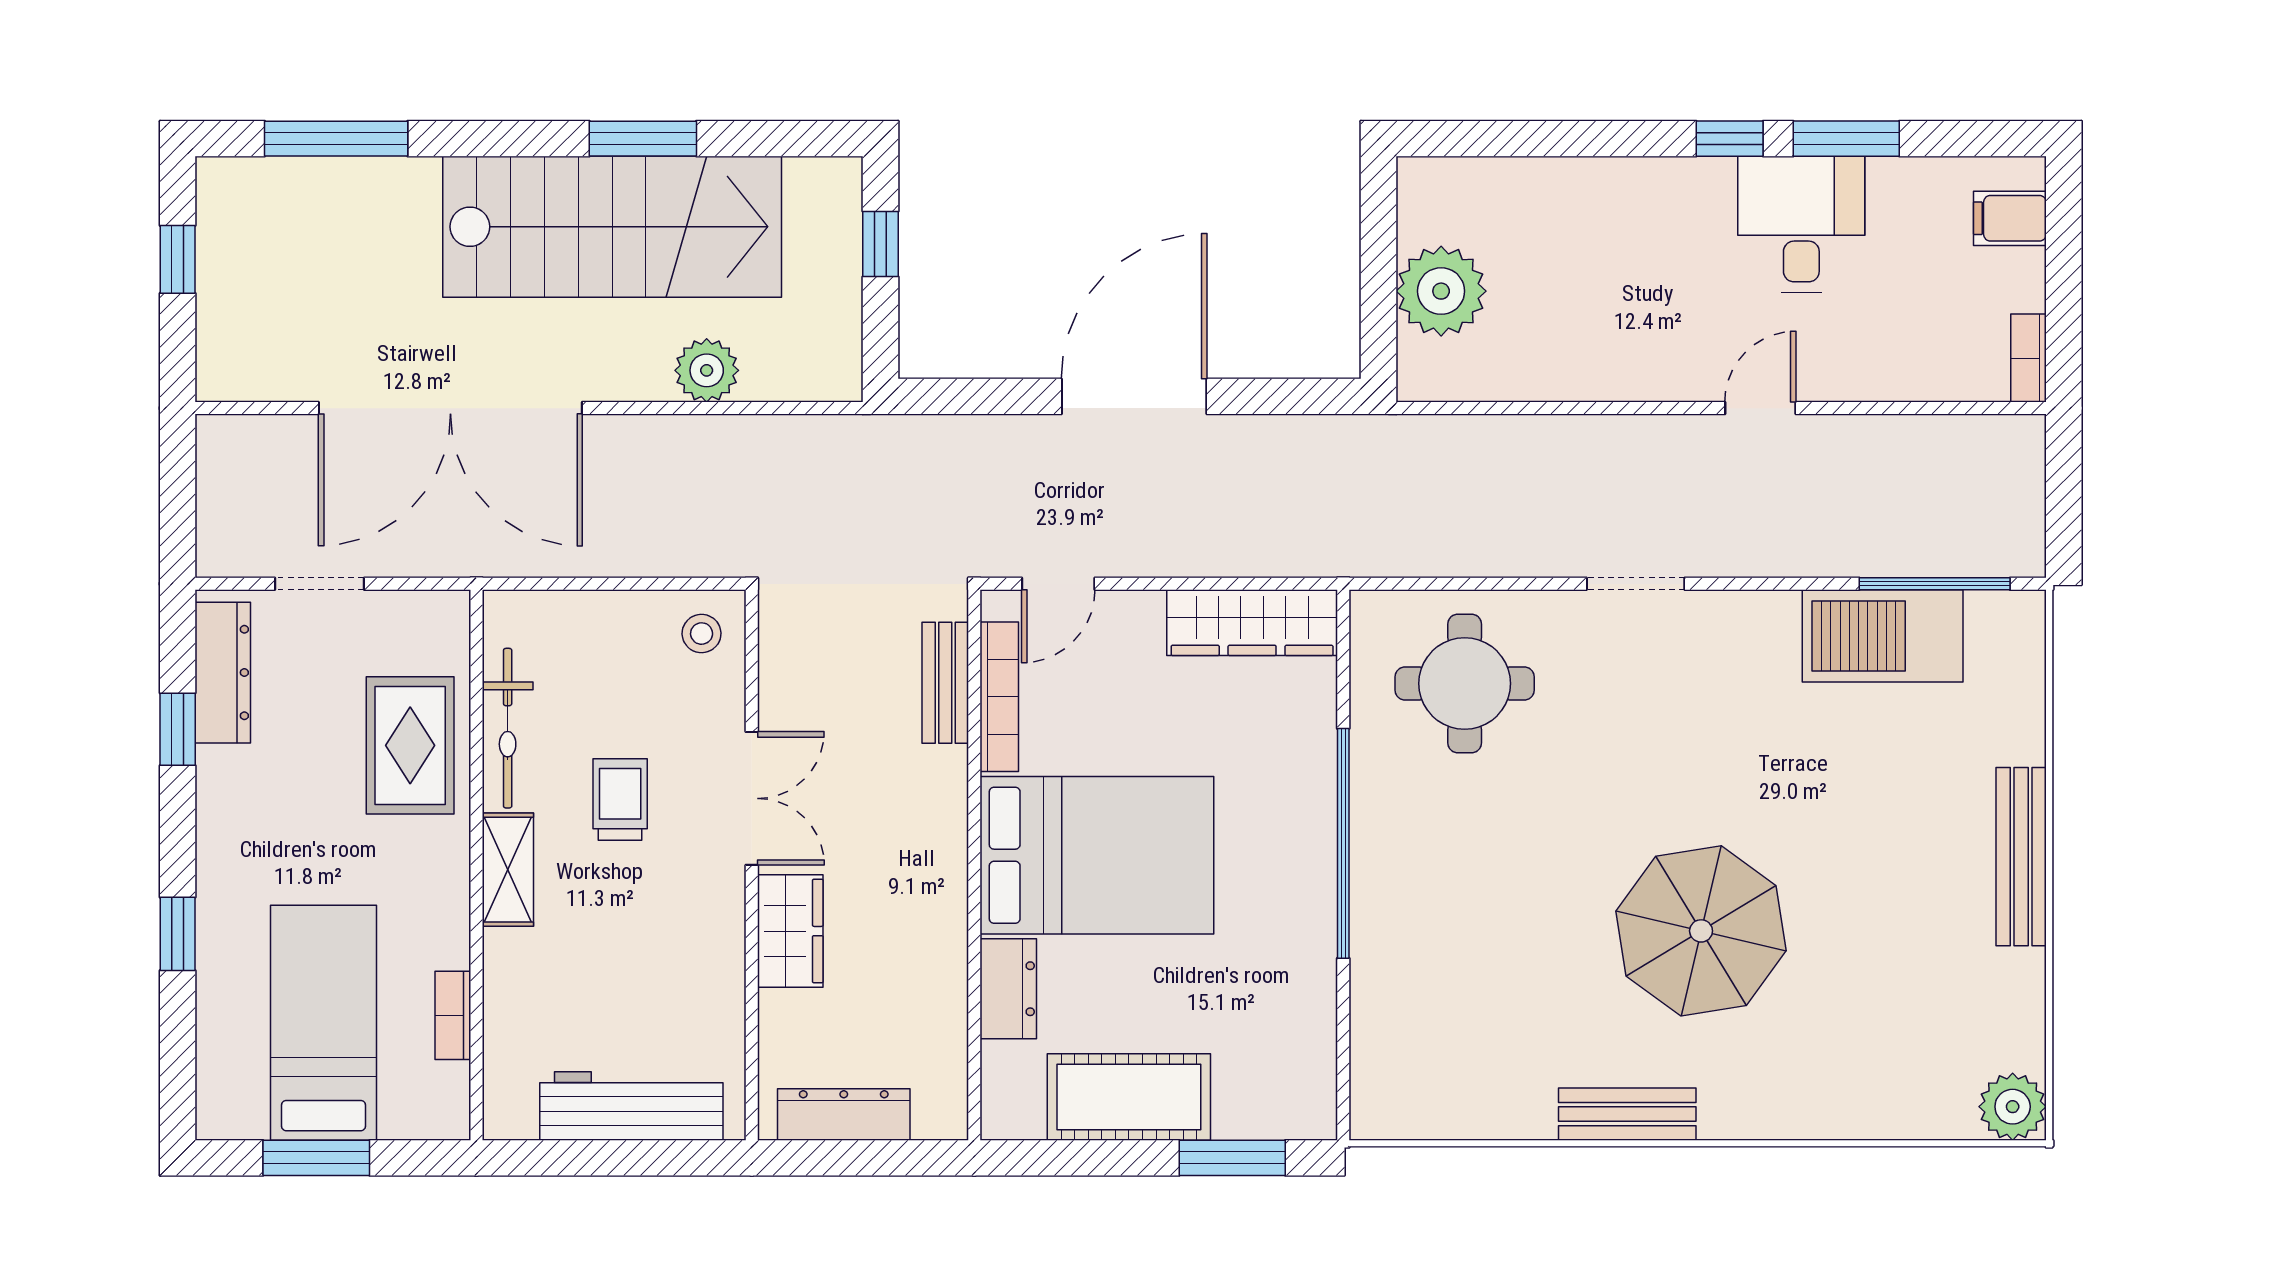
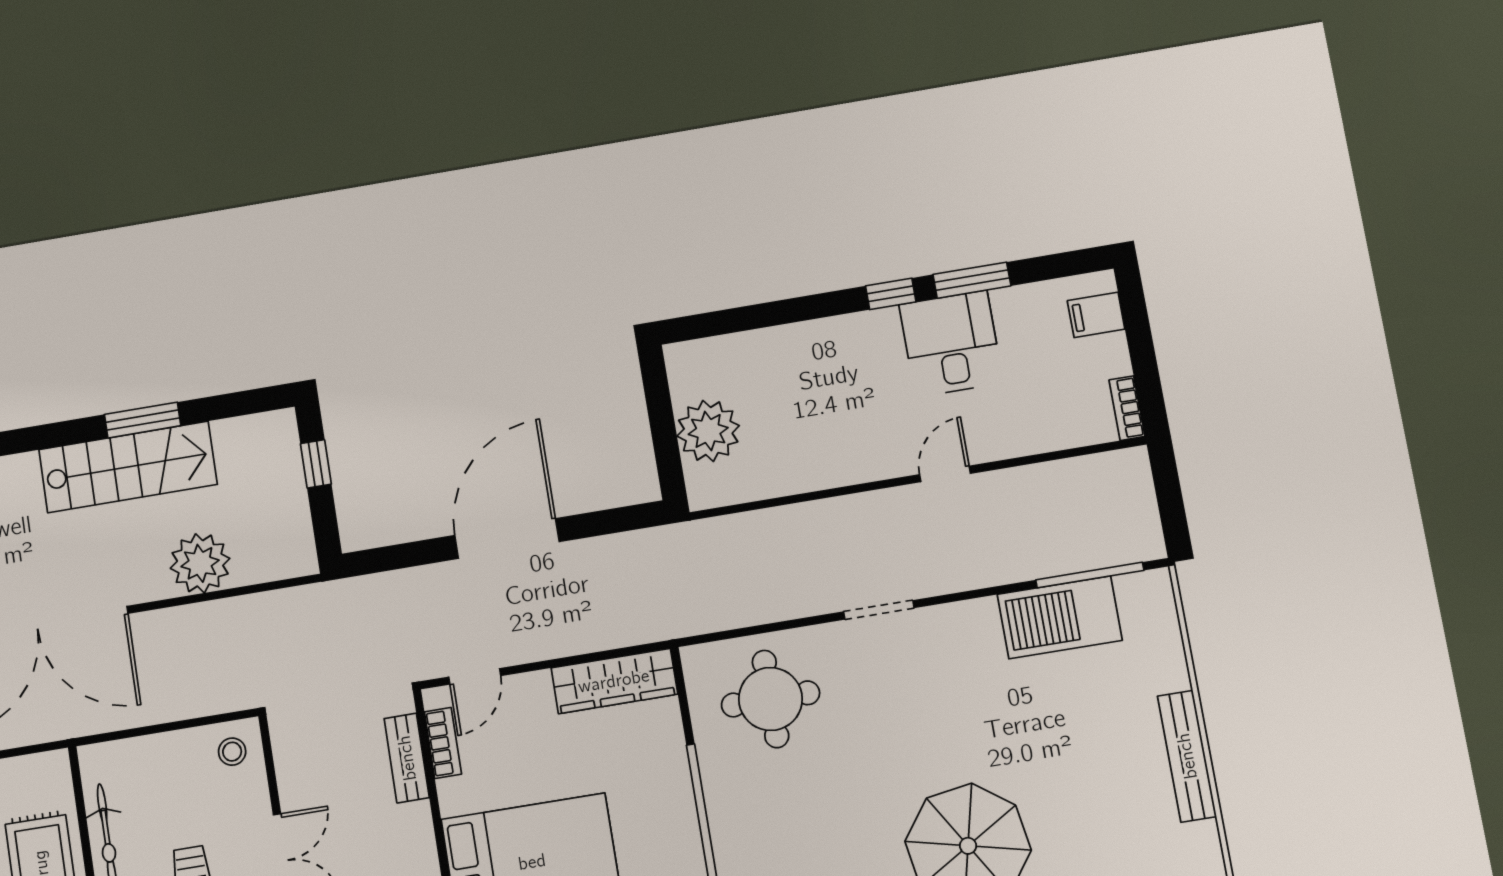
stairs: (612, 227) -> (128, 467), width x0.73, depth x0.66
plant: (707, 370) -> (200, 563), width x1.36, depth x1.36
bookcase: (999, 697) -> (443, 743), width x0.64

